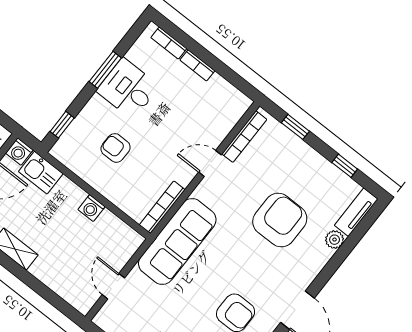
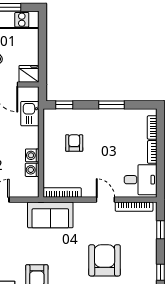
desk: (128, 89) -> (141, 180), moved, turned 90
washing machine: (19, 152) -> (32, 170), moved
armchair: (280, 220) -> (105, 260), turned -90
sofa: (177, 242) -> (50, 215), width x0.73

